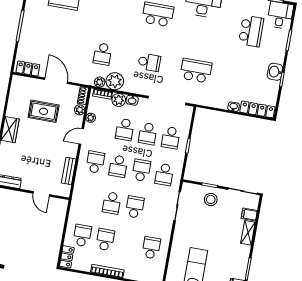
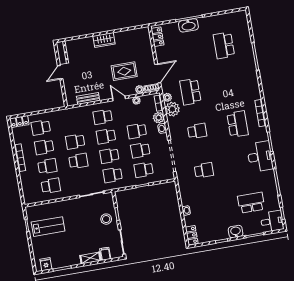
washbasin: (28, 29) -> (188, 25), added
school desk: (251, 31) -> (251, 203), turned 180
school desk: (103, 54) -> (190, 92), width x1.85
school desk: (149, 62) -> (197, 131), turned -90
school desk: (196, 71) -> (204, 170), width x0.54
washbasin: (275, 72) -> (236, 232), moved
door: (56, 81) -> (158, 73), moved
locker: (257, 109) -> (192, 235), width x0.66
rug: (44, 111) -> (124, 71), moved, turned 90
school desk: (95, 162) -> (103, 117), turned 180
school desk: (141, 170) -> (109, 156), turned 180
door: (41, 194) -> (60, 72), moved
school desk: (82, 236) -> (41, 128), turned 180
school desk: (105, 240) -> (44, 147), turned 180
school desk: (128, 244) -> (47, 166), added

